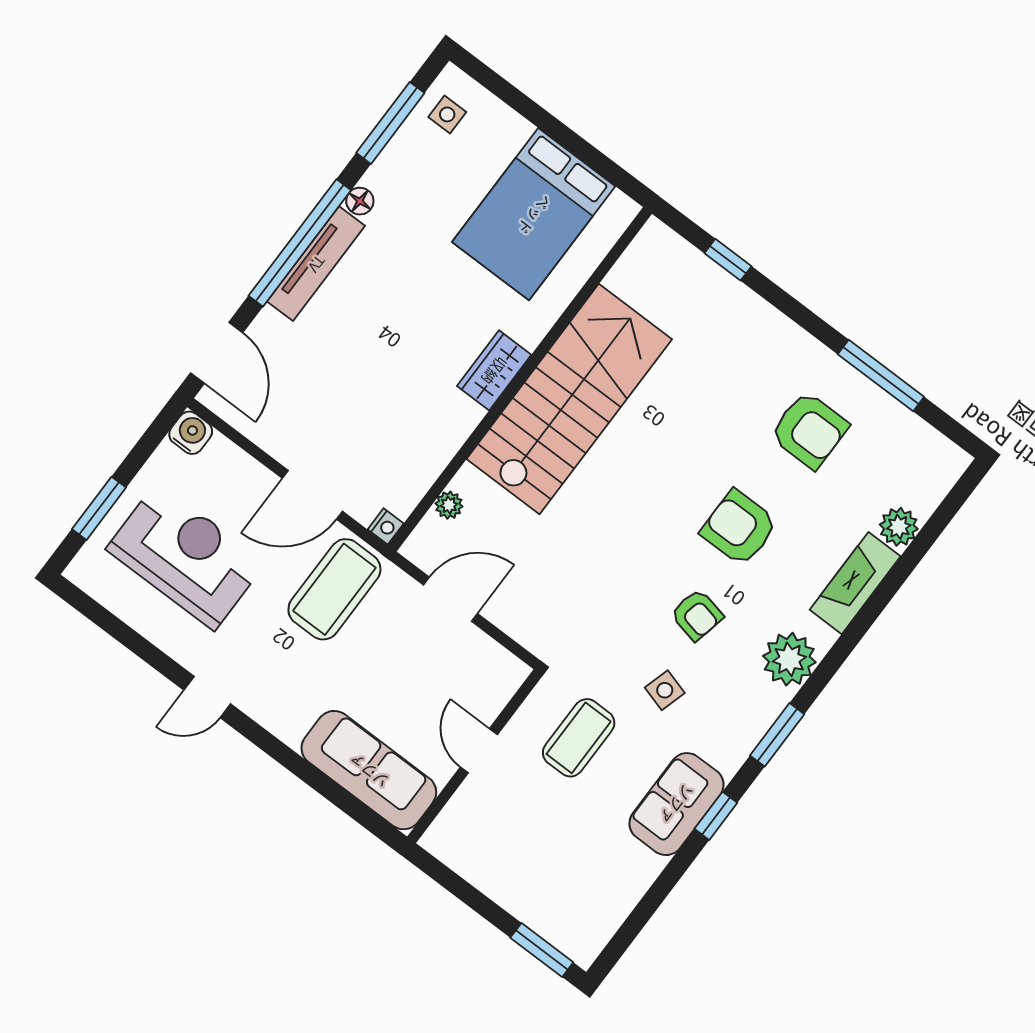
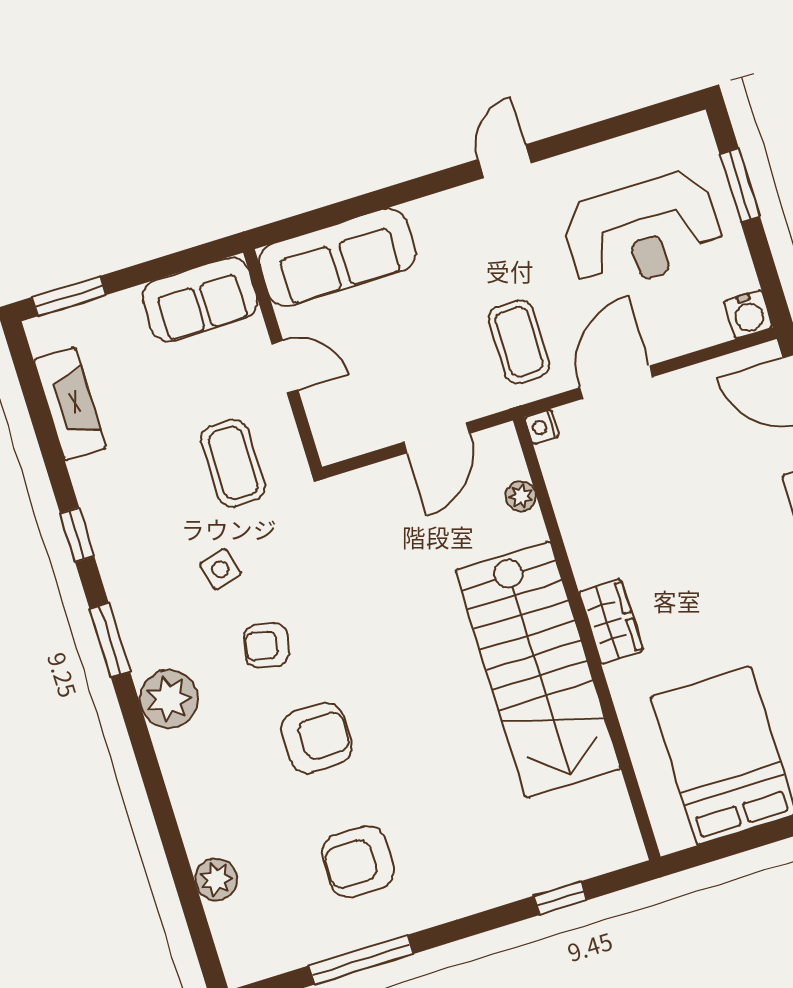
fireplace: (855, 583) -> (70, 404), moved
coffee table: (334, 589) -> (519, 342), width x0.73, depth x0.76
side table: (665, 690) -> (220, 569), turned -31
sofa: (676, 804) -> (200, 299), moved, turned 90

